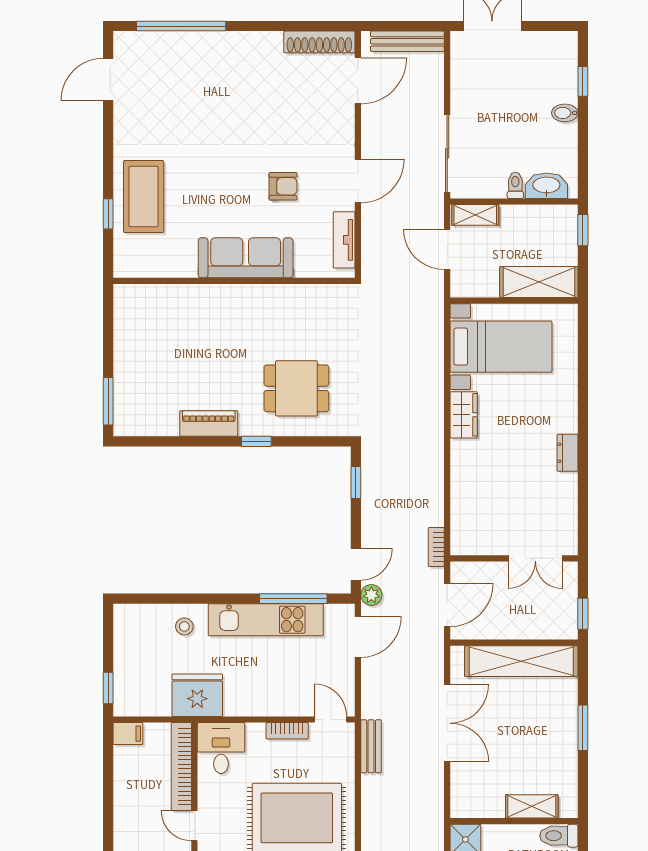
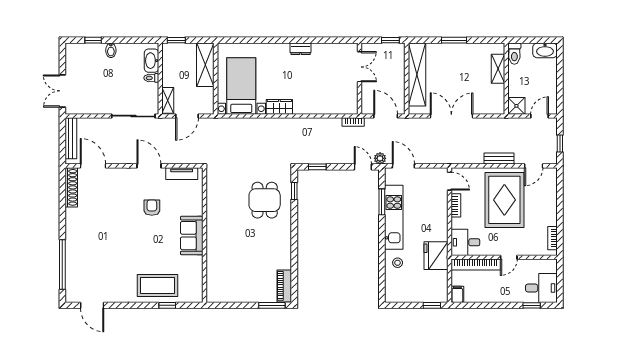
sofa: (246, 258) -> (192, 236), width x0.73
piano: (209, 424) -> (284, 286), moved
window: (256, 441) -> (294, 191), moved
window: (293, 599) -> (382, 202), width x0.69
door: (331, 720) -> (449, 181), swing flipped
bench: (371, 746) -> (499, 159), moved

